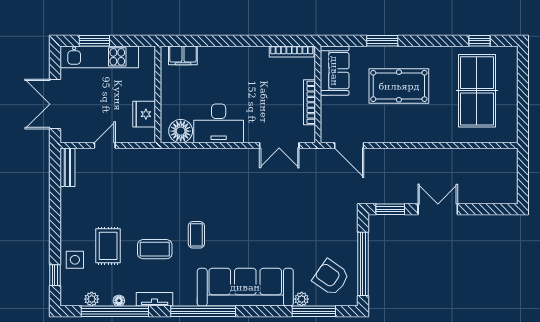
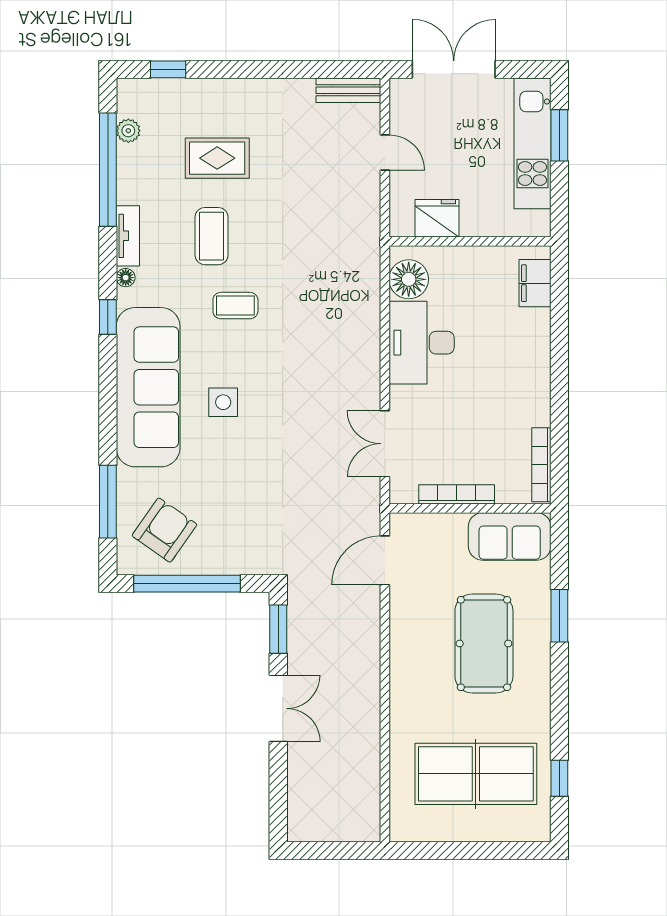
side table: (75, 260) -> (223, 402), moved
plant: (302, 299) -> (128, 481), removed
floor lamp: (119, 301) -> (126, 278), moved
window: (203, 311) -> (108, 317), width x0.32

